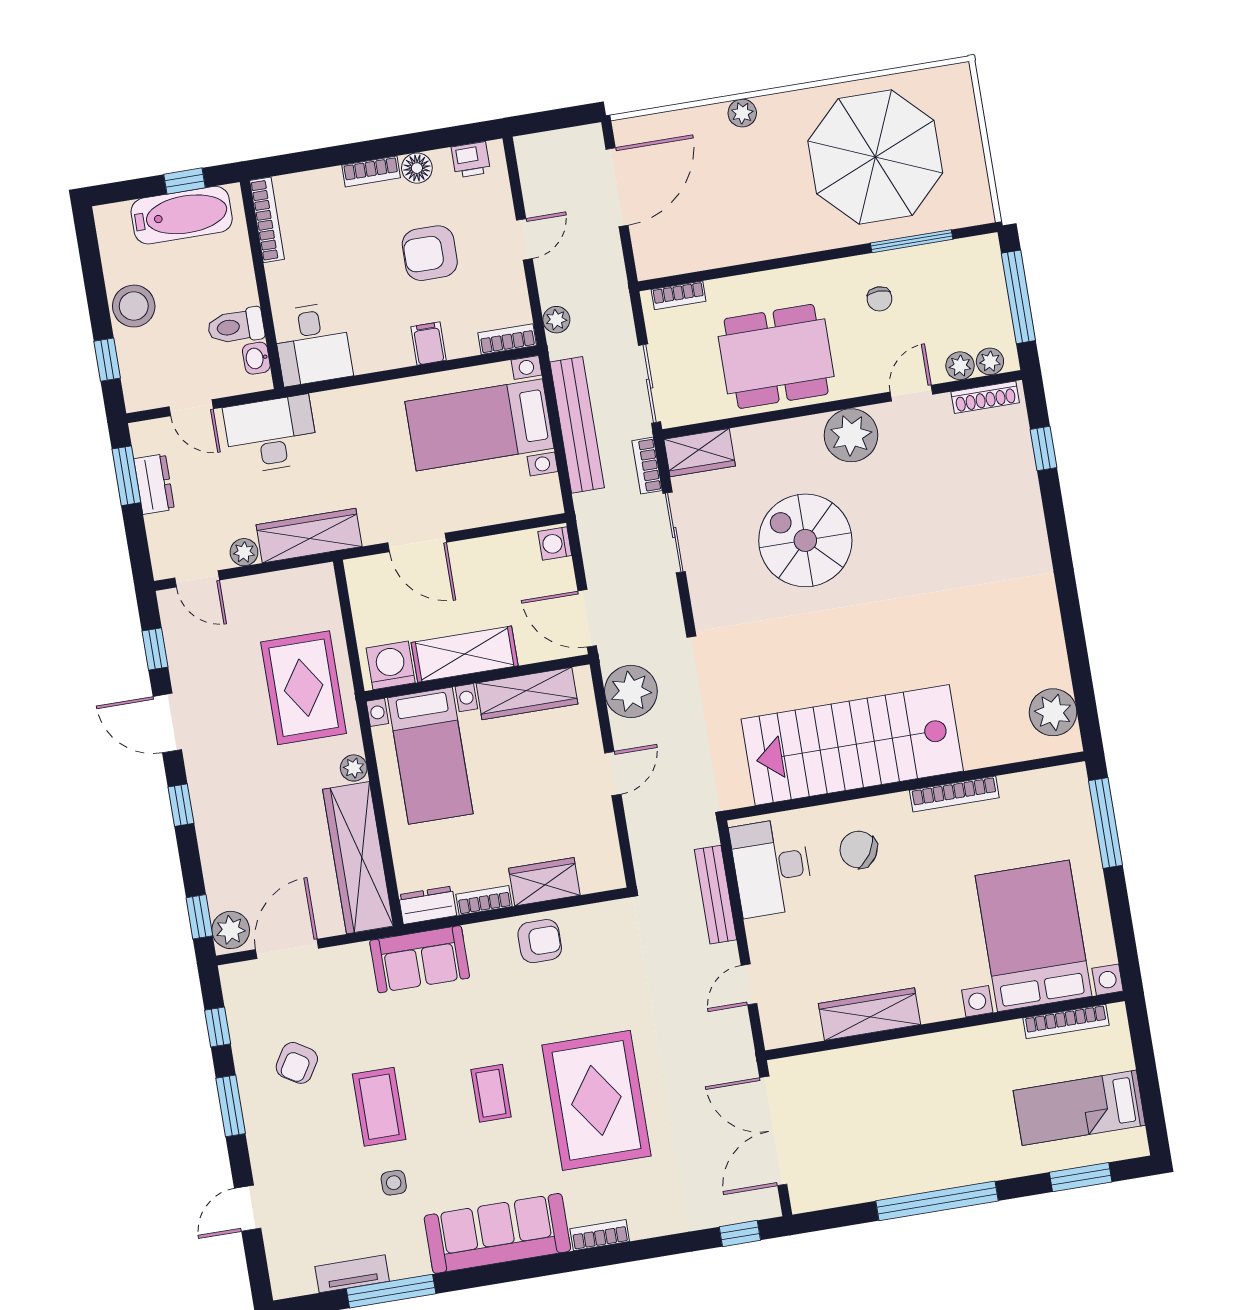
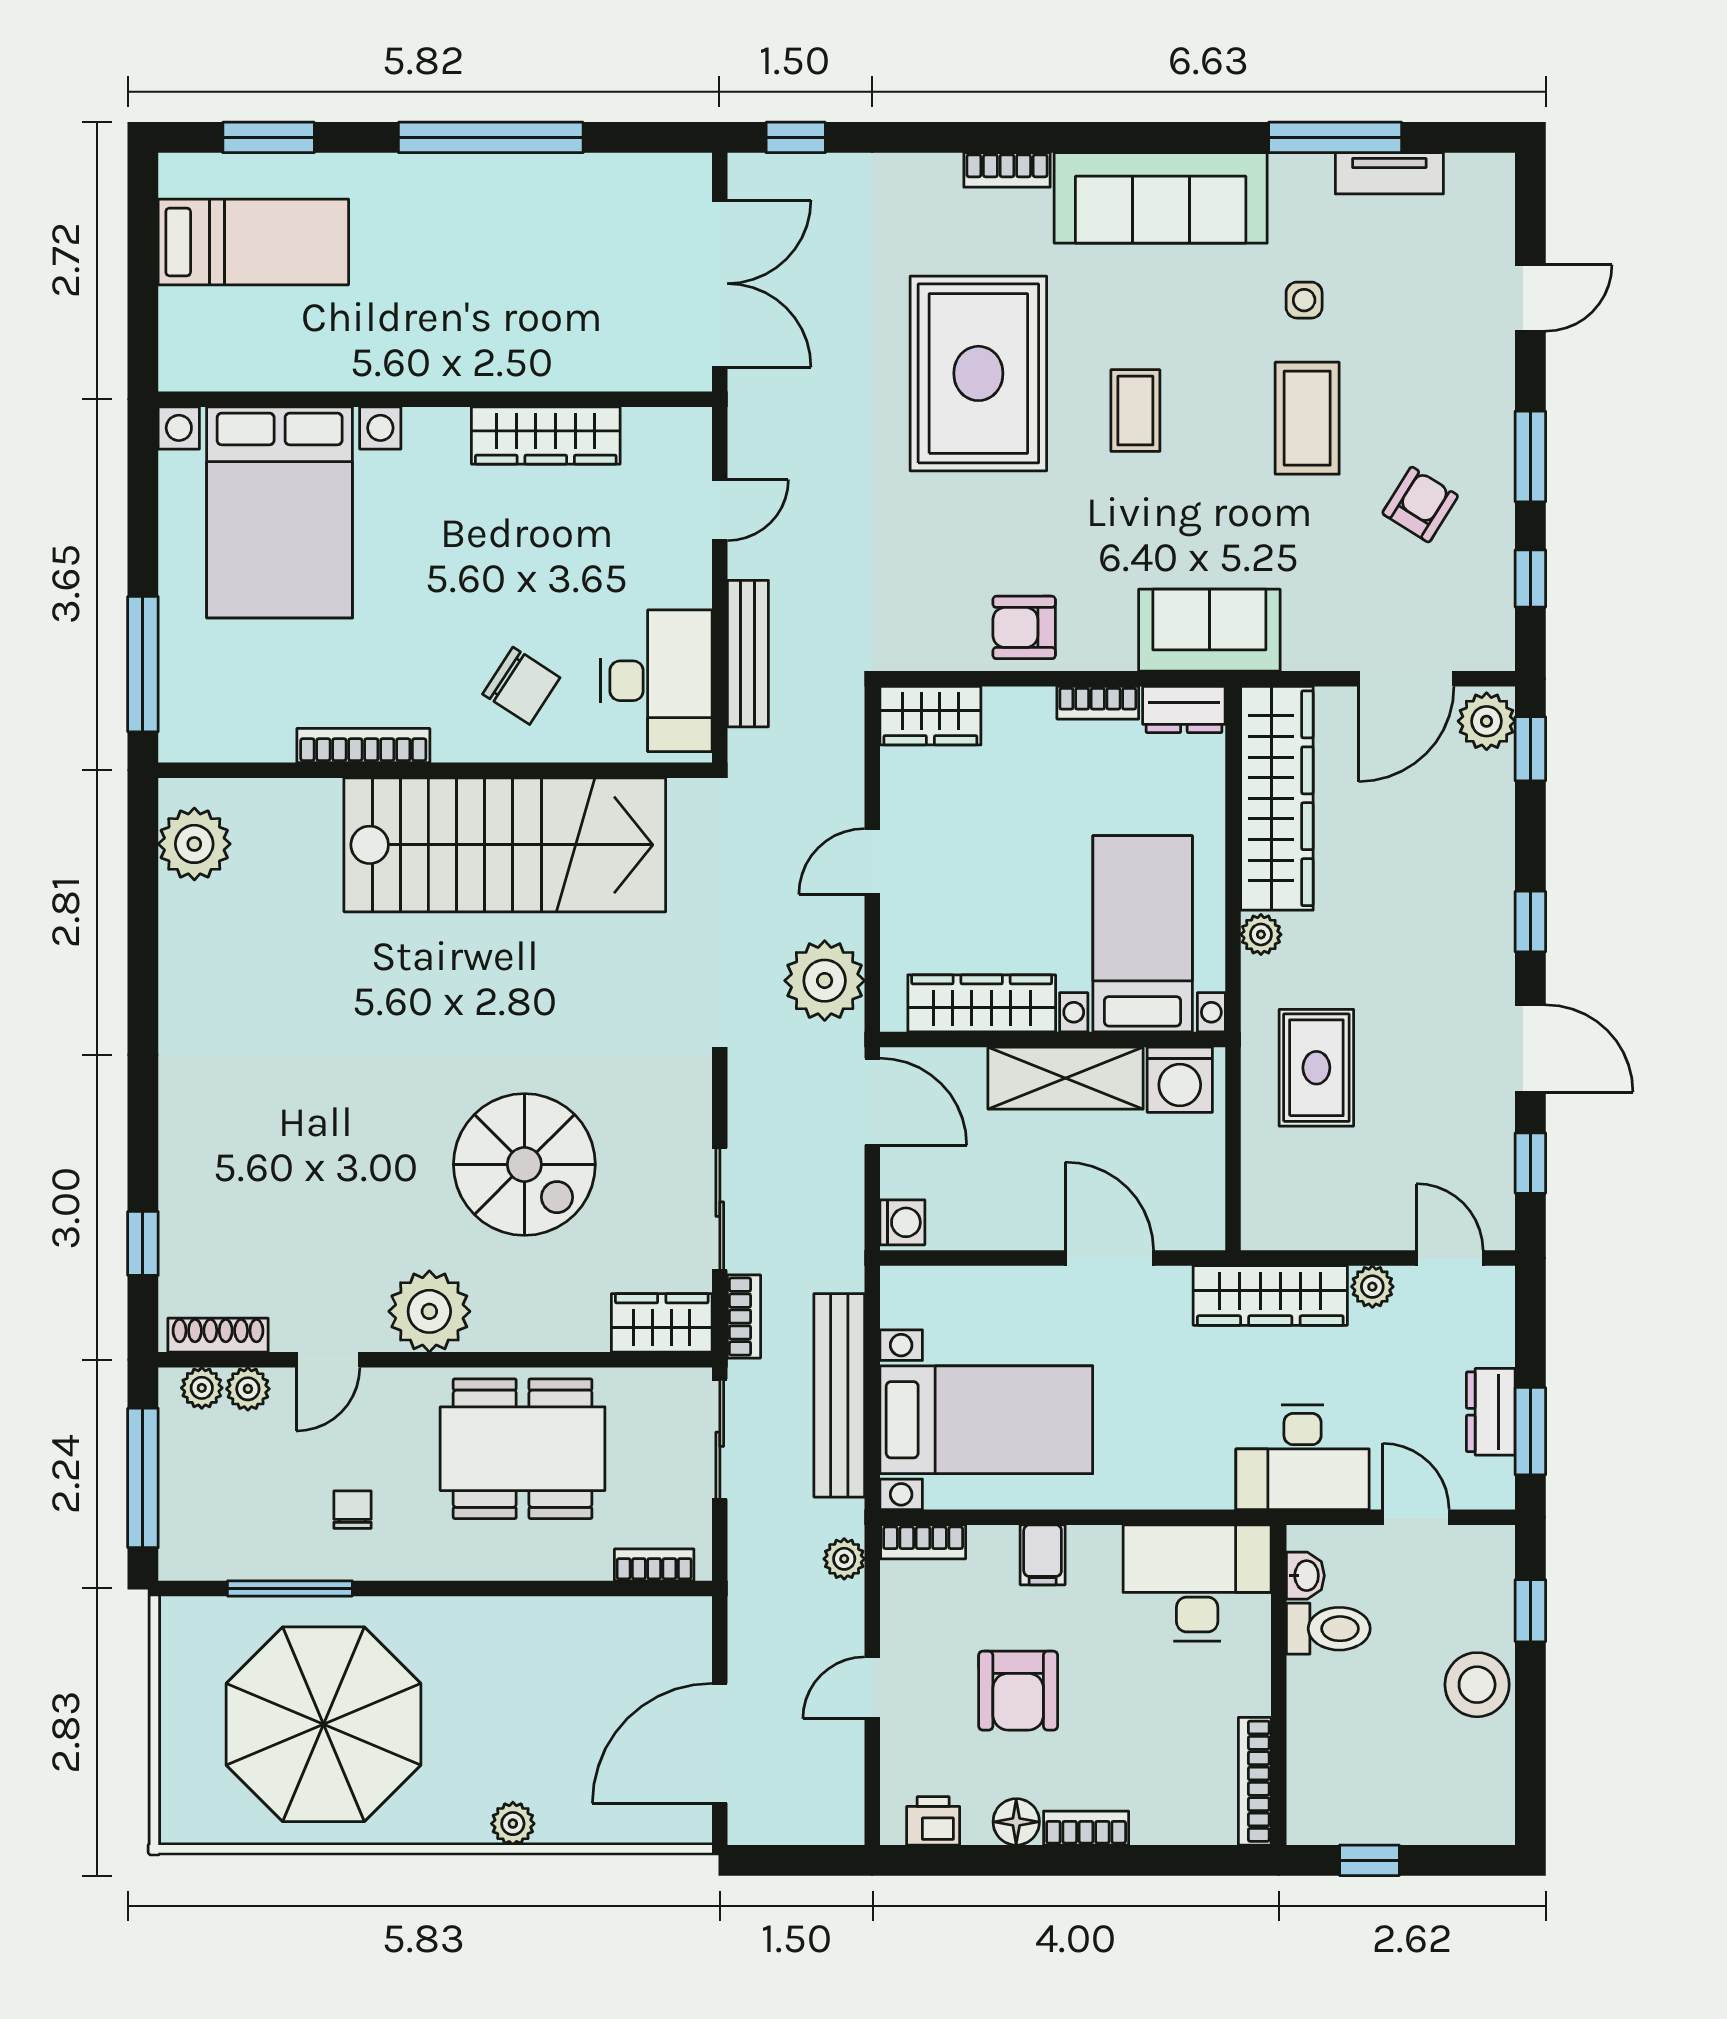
bathtub: (182, 215) -> (1382, 1810), removed
armchair: (430, 253) -> (1018, 1691), turned 90
desk: (313, 344) -> (1197, 1583), width x1.37
rug: (304, 688) -> (1316, 1068), width x0.73, depth x0.70
wardrobe: (544, 882) -> (930, 716), moved
bookcase: (1066, 1022) -> (252, 375), removed

